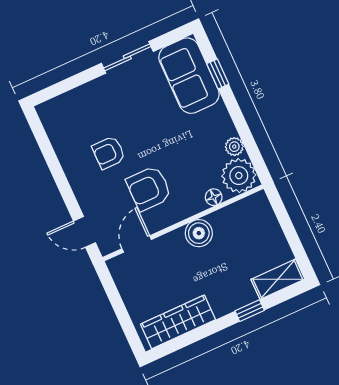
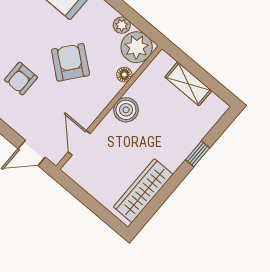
armchair: (149, 188) -> (70, 62), moved, turned 129
shelving: (278, 279) -> (188, 84), moved, turned 90

